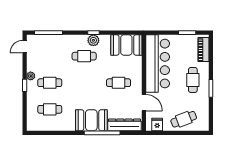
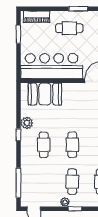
plant: (93, 40) -> (27, 123), moved
booth: (126, 45) -> (45, 94), moved, turned 90
cafe table: (119, 83) -> (72, 145), moved

